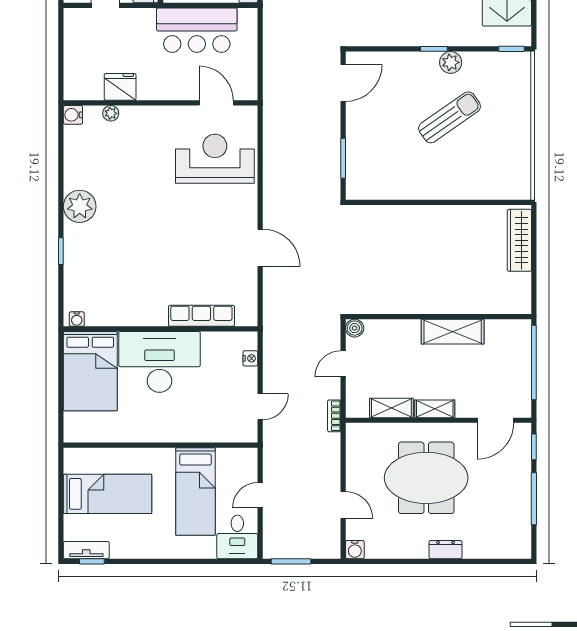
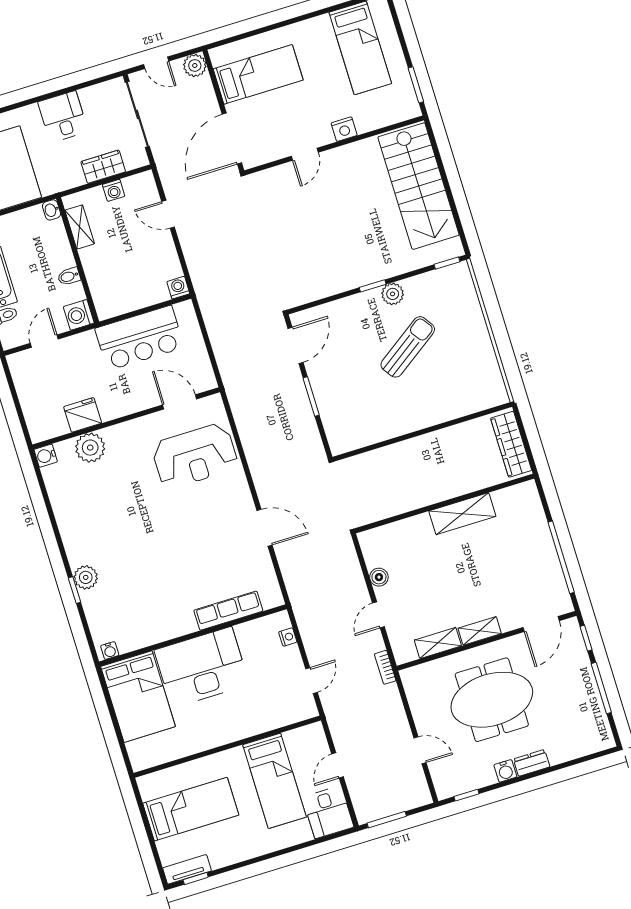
plant: (111, 113) -> (90, 448), width x1.87, depth x1.87
window: (343, 158) -> (311, 396), moved
reception desk: (215, 159) -> (195, 456), turned 180
plant: (80, 206) -> (86, 577), moved, width x0.73, depth x0.73
wall: (439, 317) -> (444, 503), moved
shelving: (453, 332) -> (462, 514), moved
water cooler: (355, 550) -> (505, 771), moved
window: (374, 561) -> (467, 795), added

